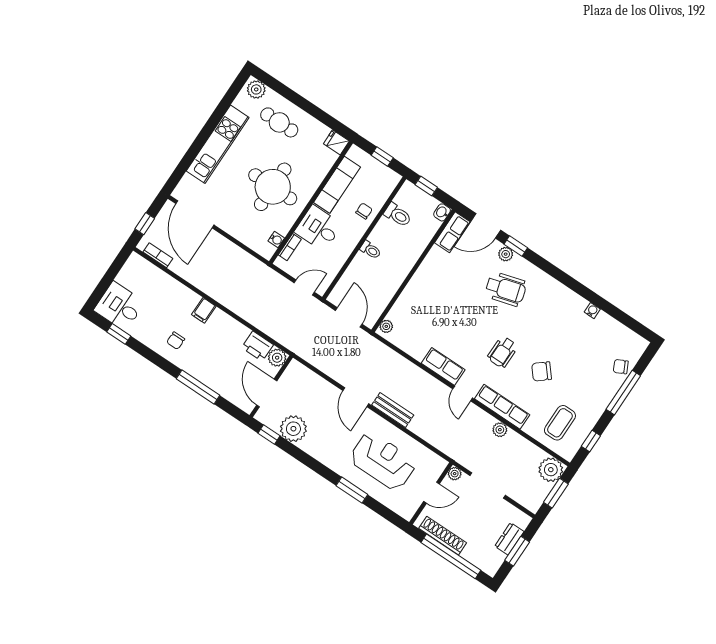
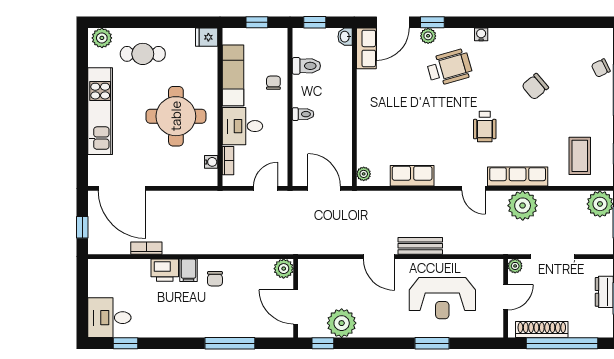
bookcase: (158, 255) -> (146, 248), moved
water cooler: (592, 311) -> (481, 34), moved
chair: (176, 341) -> (215, 279), moved
printer: (257, 346) -> (165, 270), moved
row of seats: (443, 366) -> (412, 176), moved
chair: (542, 371) -> (535, 87), moved
plant: (500, 430) -> (523, 206), width x1.88, depth x1.88
reception desk: (383, 461) -> (442, 298), turned 180

